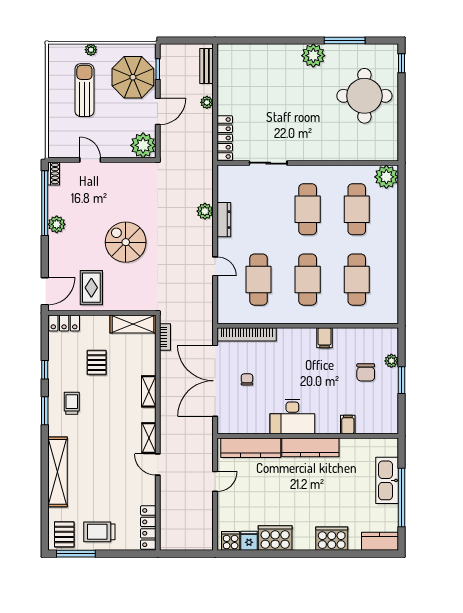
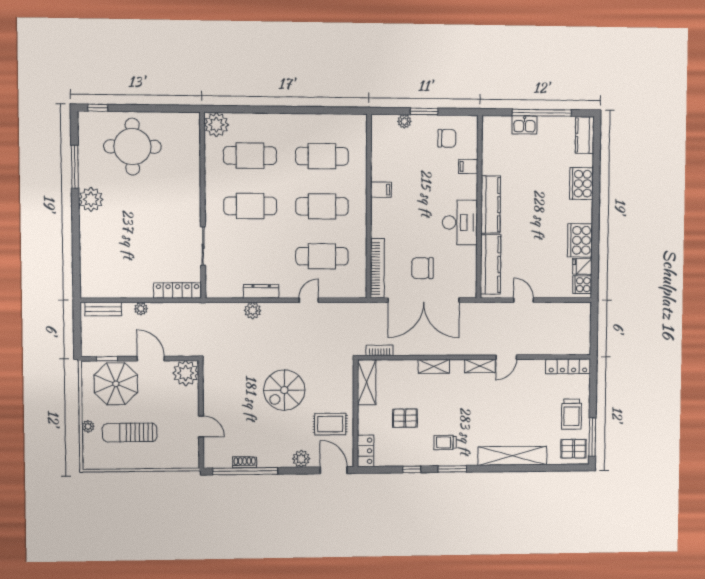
door: (90, 160) -> (201, 426), swing flipped
shoe rack: (54, 173) -> (245, 462), moved
plant: (57, 224) -> (301, 459), moved
chair: (366, 372) -> (447, 138), moved
chair: (247, 379) -> (422, 268), width x1.87, depth x1.87
kitchen sink: (387, 480) -> (524, 125), width x0.53, depth x0.81

